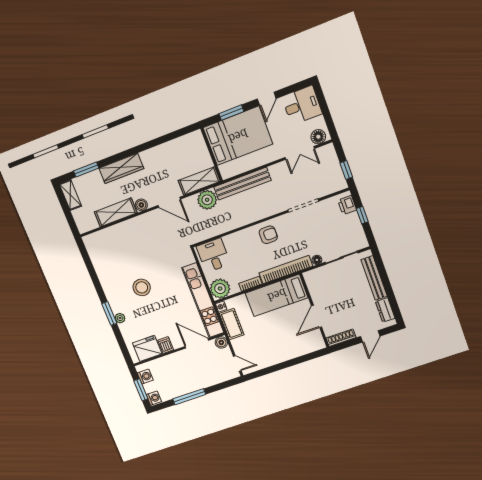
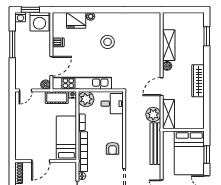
wardrobe: (121, 168) -> (198, 81), moved
shelving: (70, 195) -> (193, 17), removed
window: (109, 314) -> (97, 10), removed
door: (317, 316) -> (41, 161), swing flipped
fridge: (147, 348) -> (76, 20), moved, turned 90
washing machine: (145, 377) -> (39, 22), width x1.89, depth x1.89

